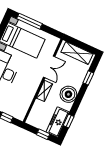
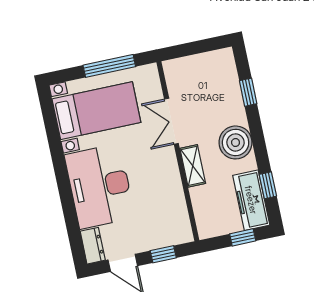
window: (29, 21) -> (109, 66), moved
shelving: (77, 53) -> (200, 65), removed
double door: (49, 67) -> (171, 121), swing flipped

